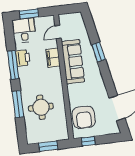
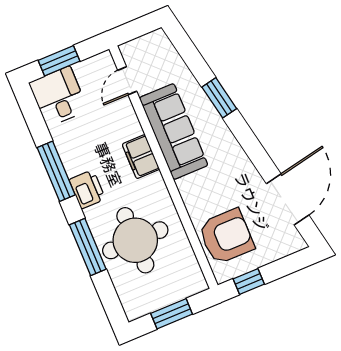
printer: (23, 58) -> (87, 189), moved
filing cabinet: (53, 58) -> (141, 157), moved
round table: (41, 107) -> (135, 240), width x1.36, depth x1.36
armchair: (84, 117) -> (226, 236), turned -90

